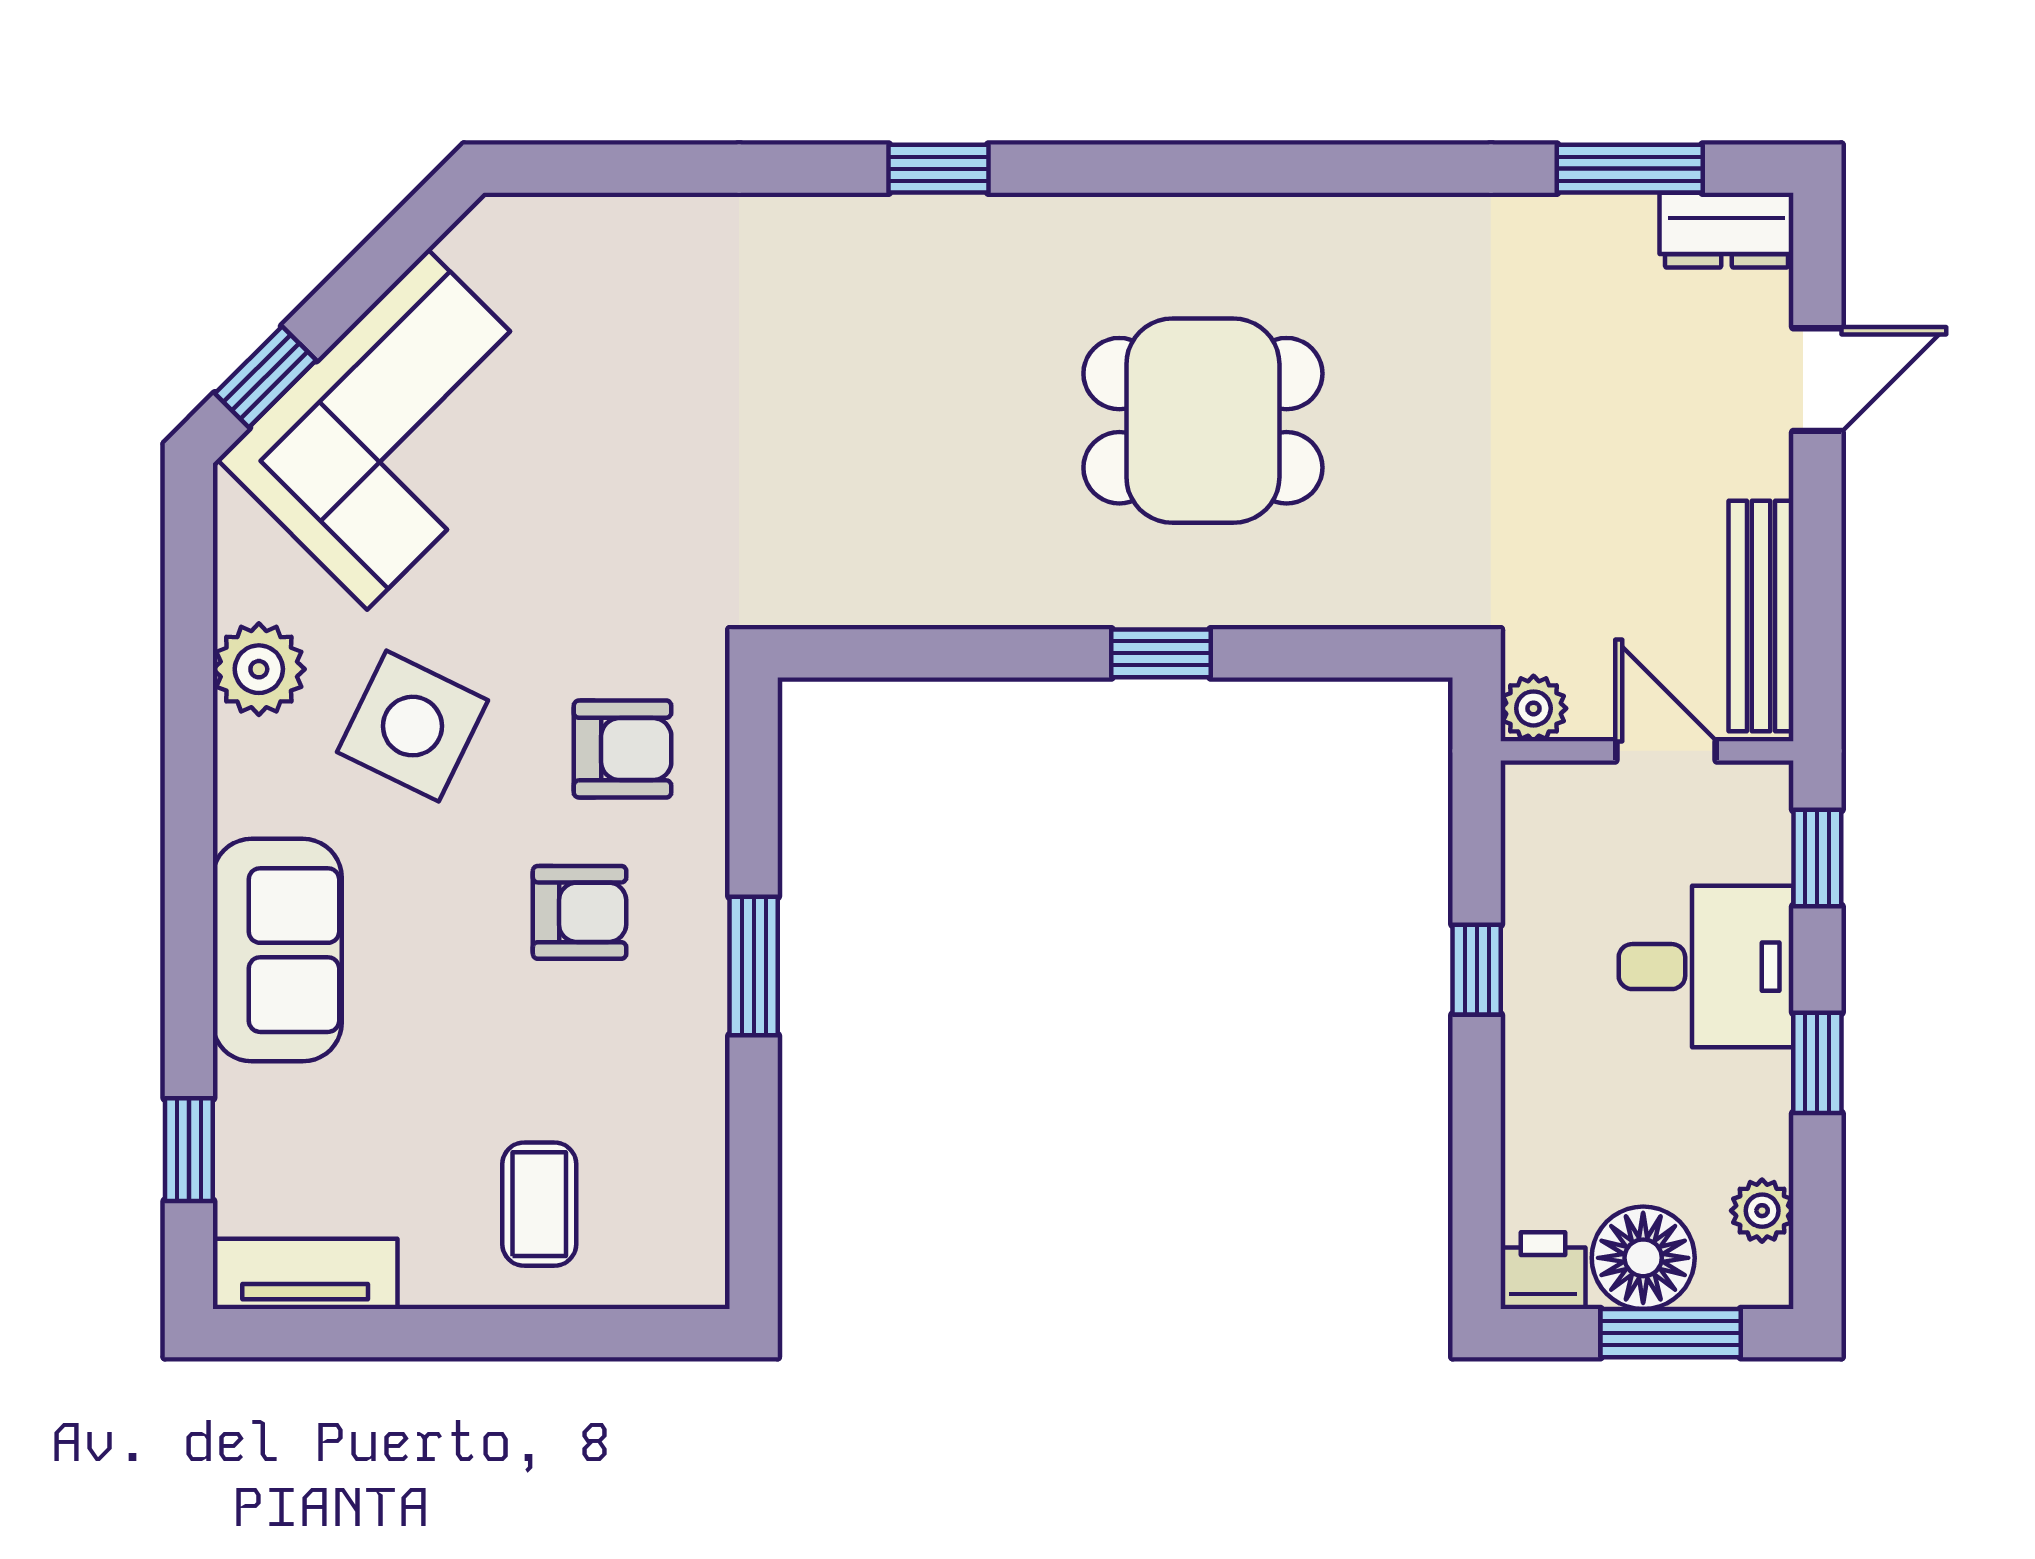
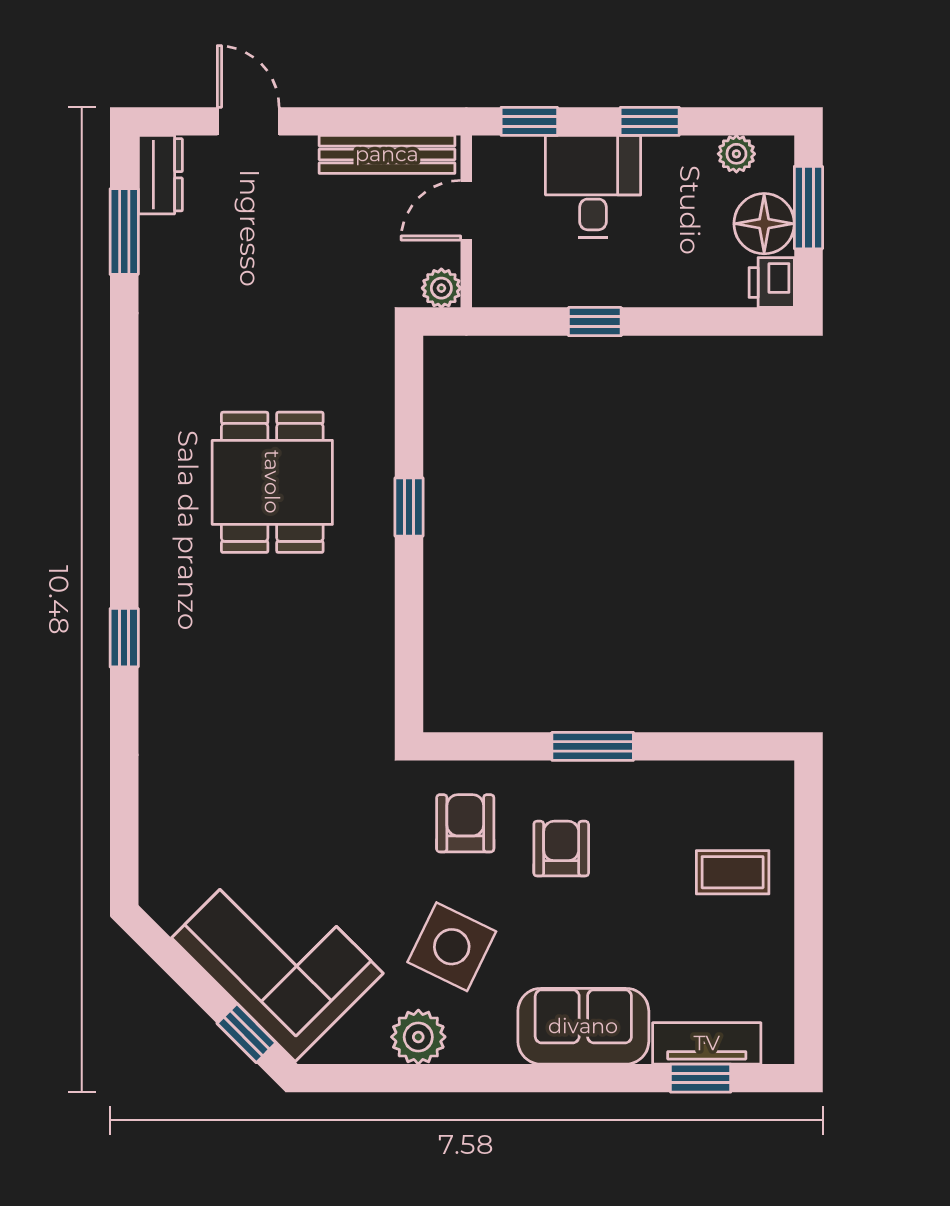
tv unit: (305, 1274) -> (707, 1043), moved, turned 90

